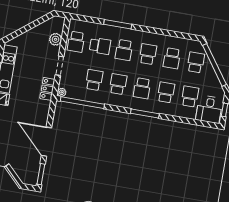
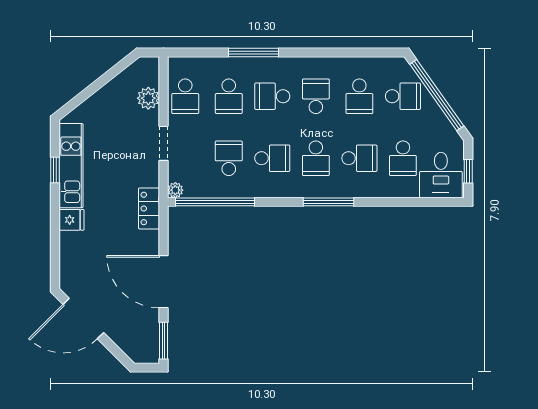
school desk: (100, 46) -> (229, 96), turned 90
school desk: (124, 50) -> (272, 96), turned 90
school desk: (196, 62) -> (403, 96), turned 90
school desk: (118, 84) -> (272, 158), turned 90
locker: (47, 89) -> (149, 208), moved
school desk: (166, 92) -> (359, 158), turned 90
school desk: (190, 97) -> (403, 158), turned 180

